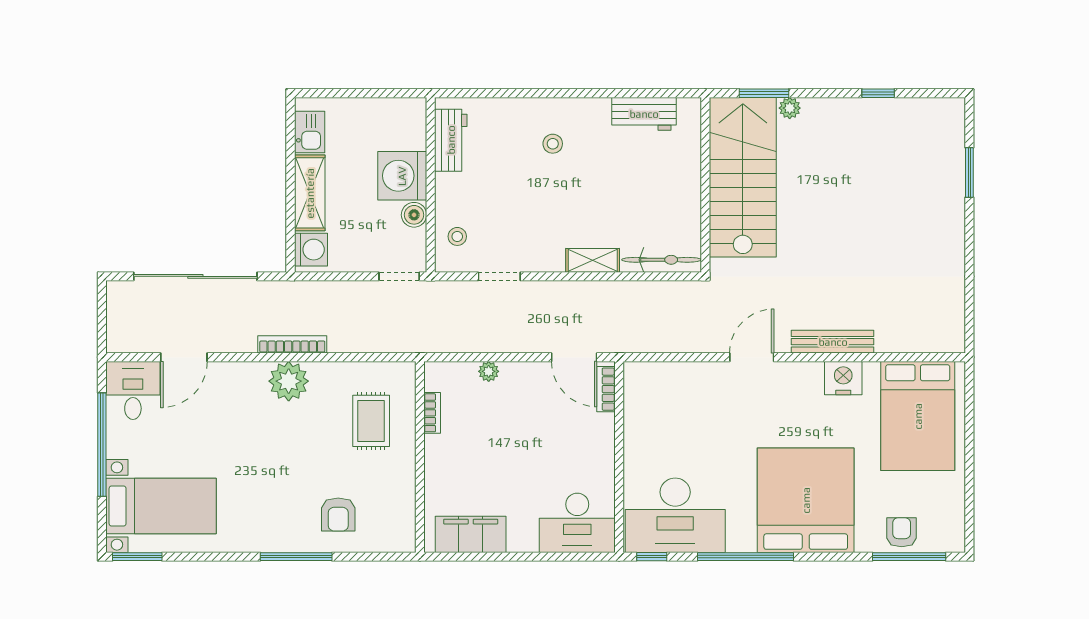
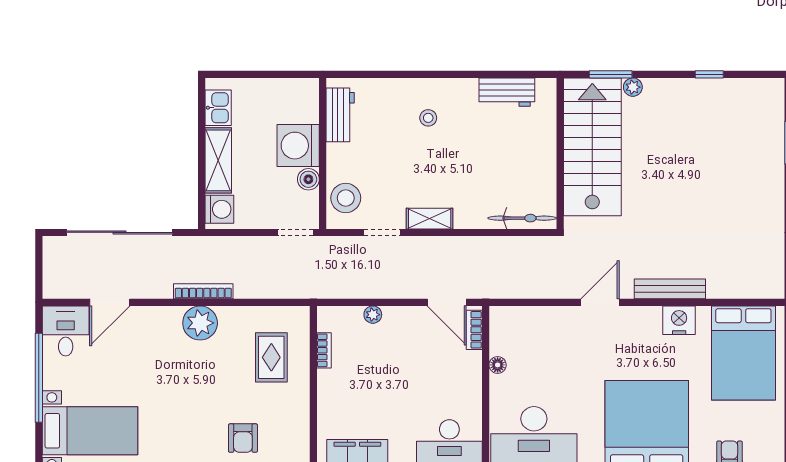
stool: (457, 236) -> (346, 198), width x1.89, depth x1.89
shelving: (593, 260) -> (430, 219), moved
floor lamp: (633, 430) -> (498, 365), added

